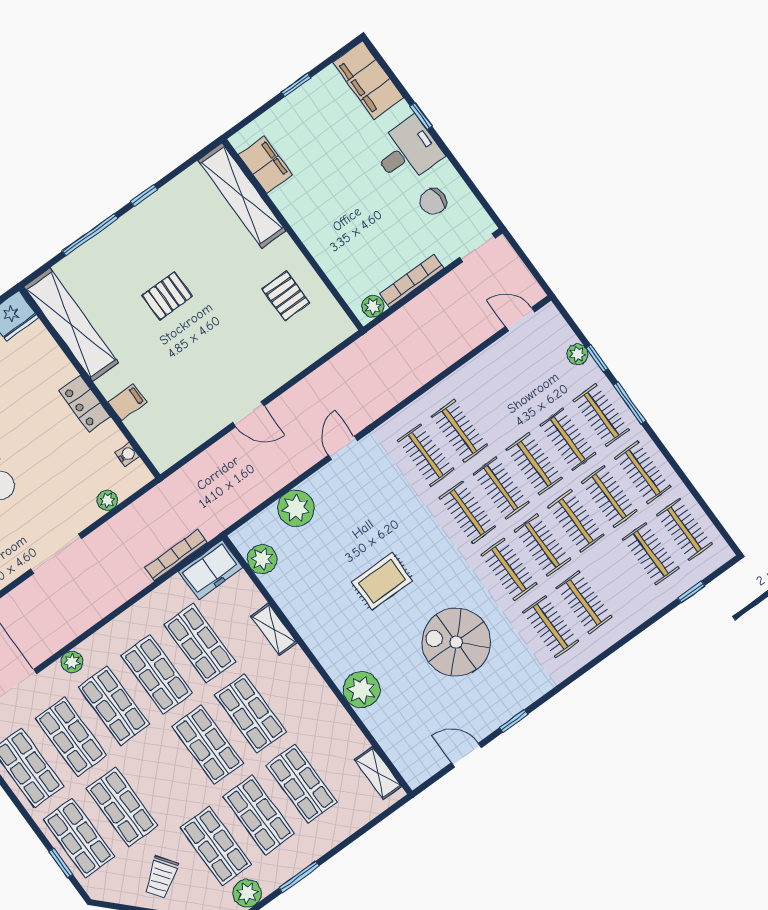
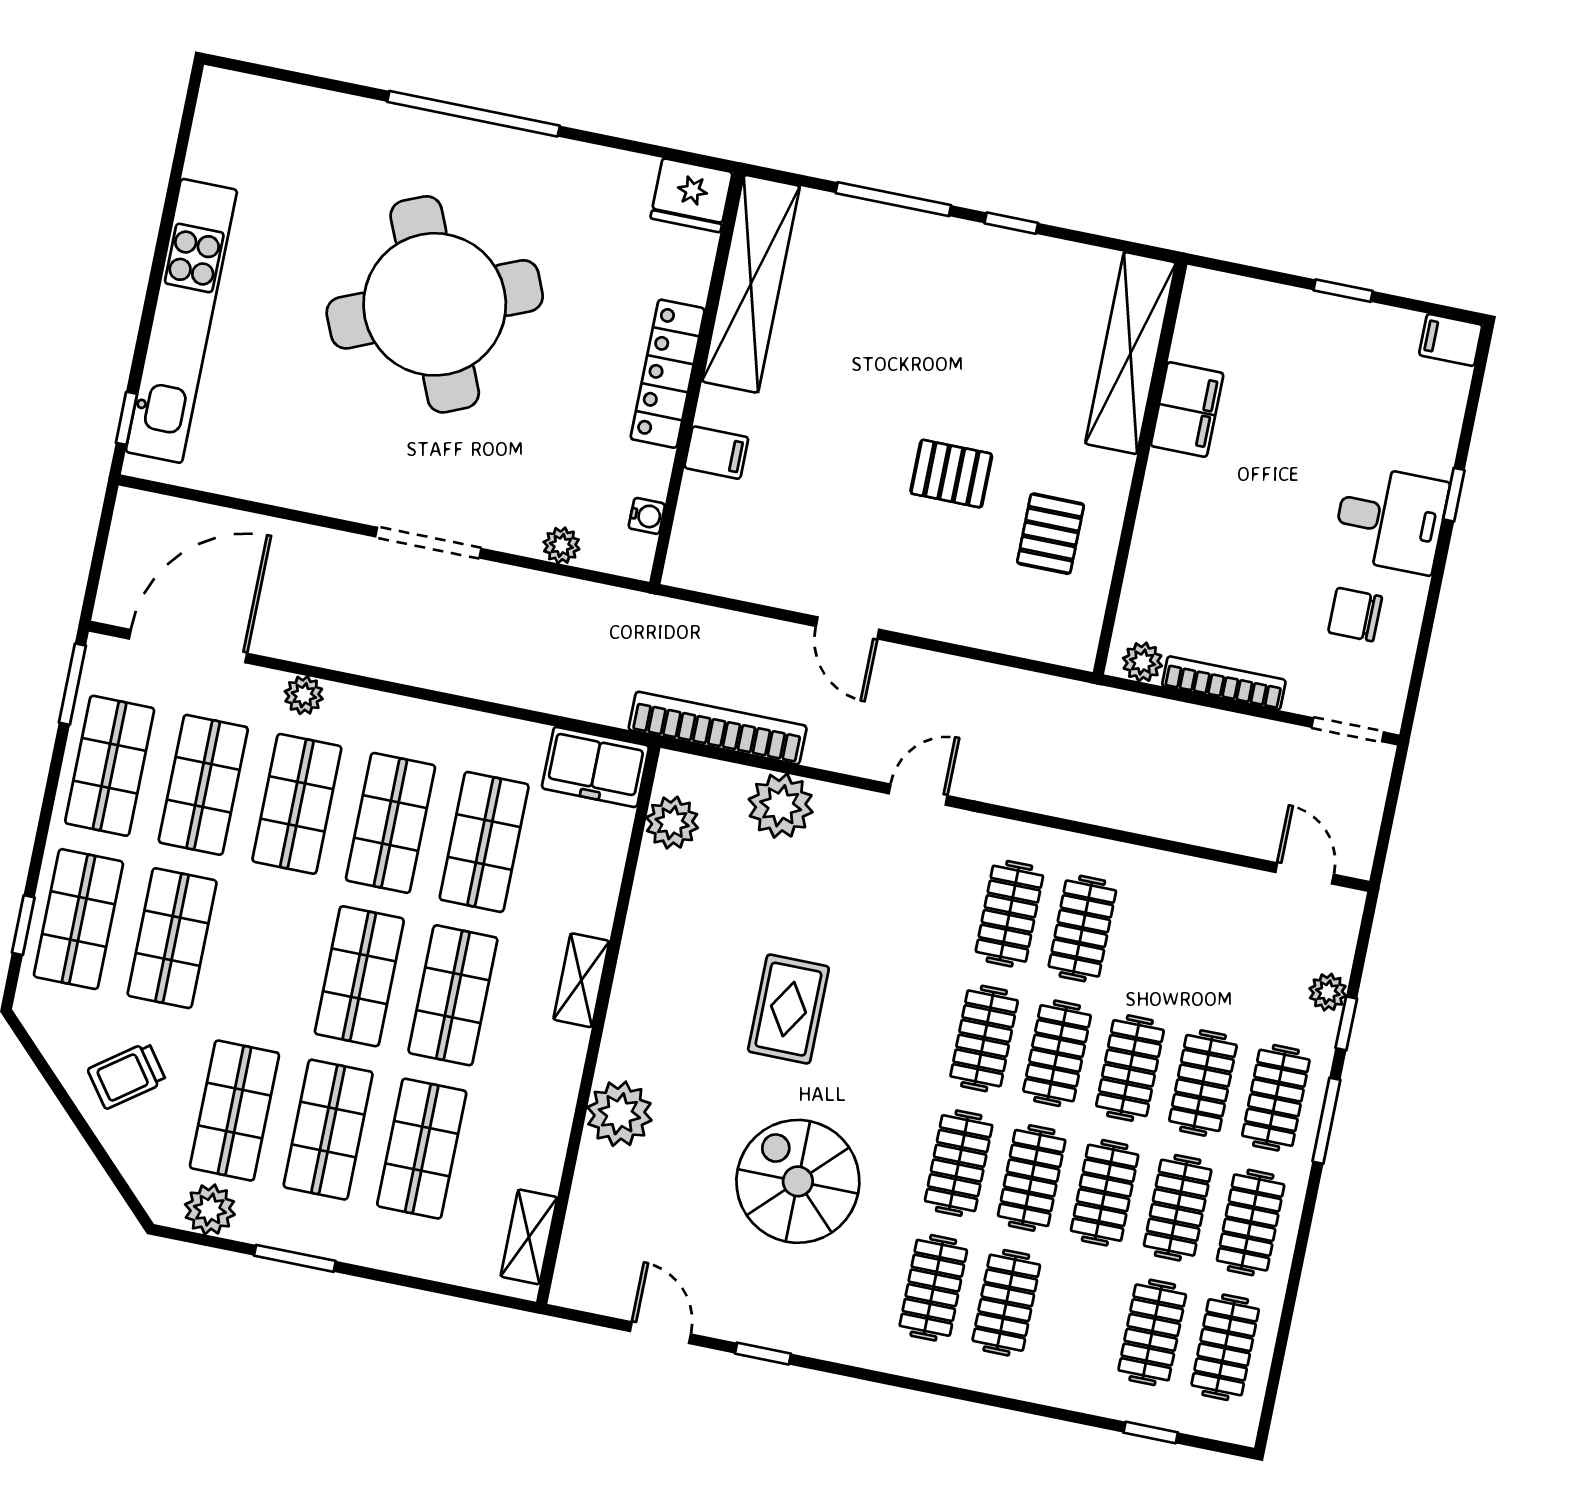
filing cabinet: (368, 80) -> (1451, 340), width x0.33, depth x0.86
filing cabinet: (265, 165) -> (1187, 410), moved
pallet: (167, 296) -> (951, 474), moved
locker: (85, 404) -> (668, 374), width x1.53
bookcase: (176, 555) -> (718, 728), moved, width x1.48, depth x1.31
rug: (382, 581) -> (788, 1009), turned 90
shelving: (274, 630) -> (581, 980), moved

